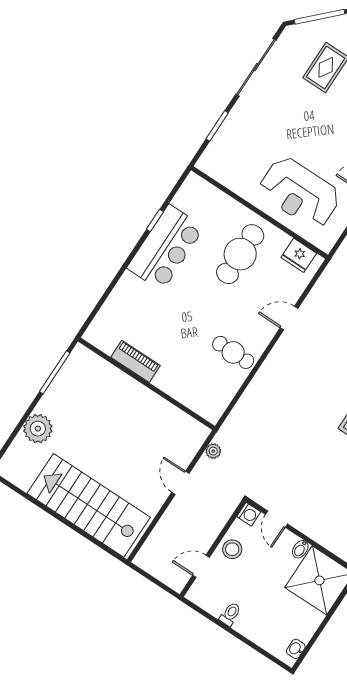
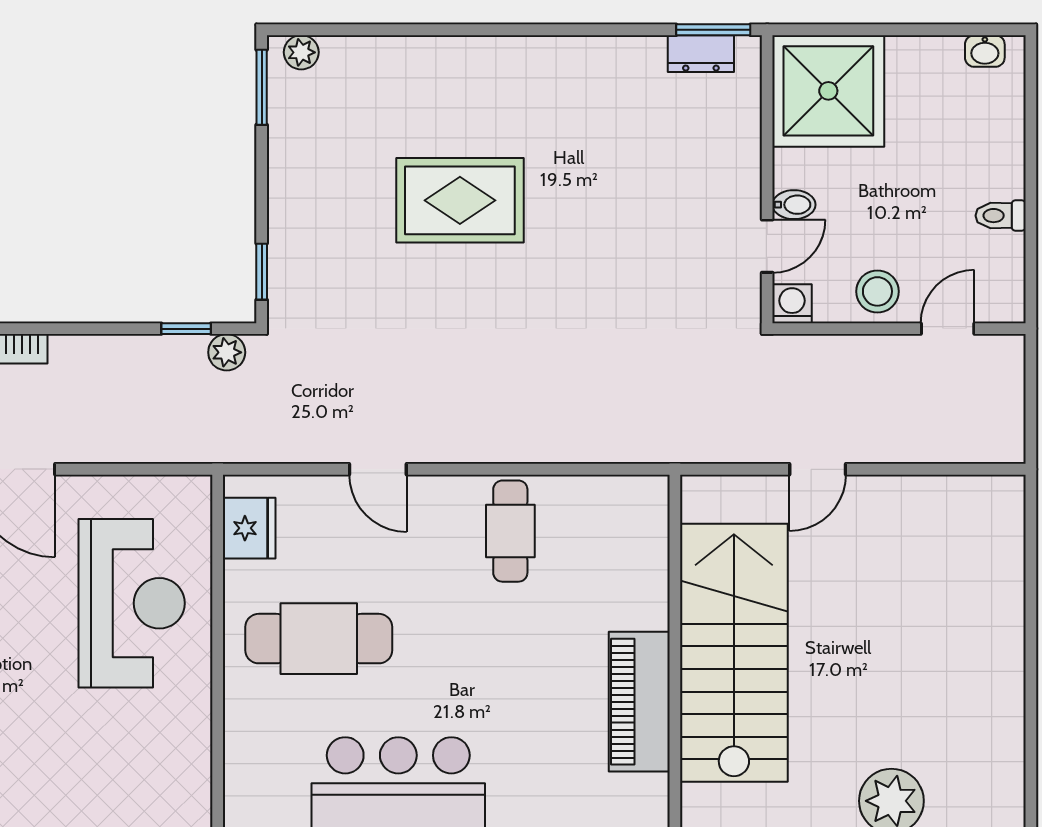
piano: (136, 361) -> (639, 702), width x1.37, depth x1.33
plant: (213, 451) -> (718, 447), removed
stairs: (89, 505) -> (734, 653), moved, turned 180
bidet: (300, 549) -> (794, 205), moved
door: (201, 566) -> (948, 329), swing flipped

